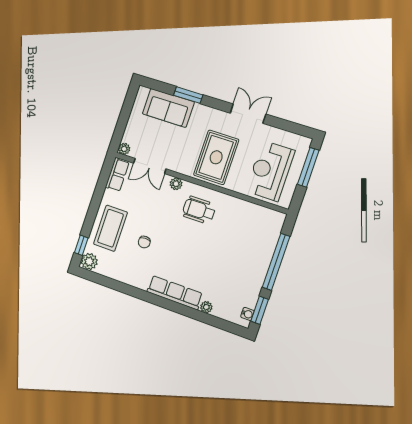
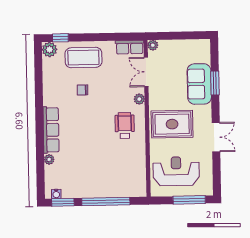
sofa: (168, 108) -> (199, 84), moved

